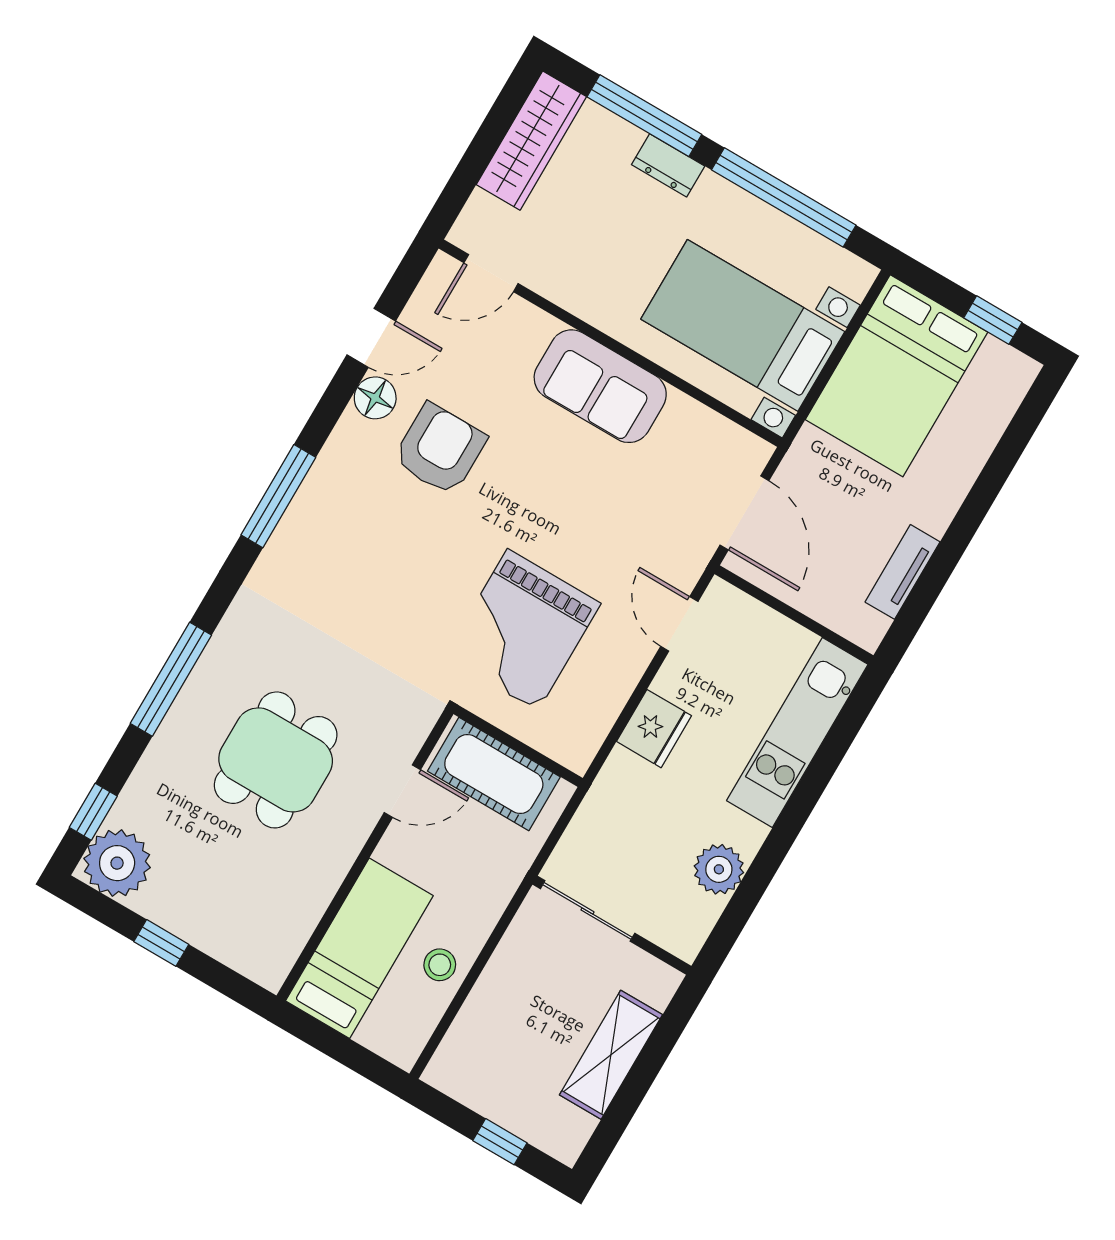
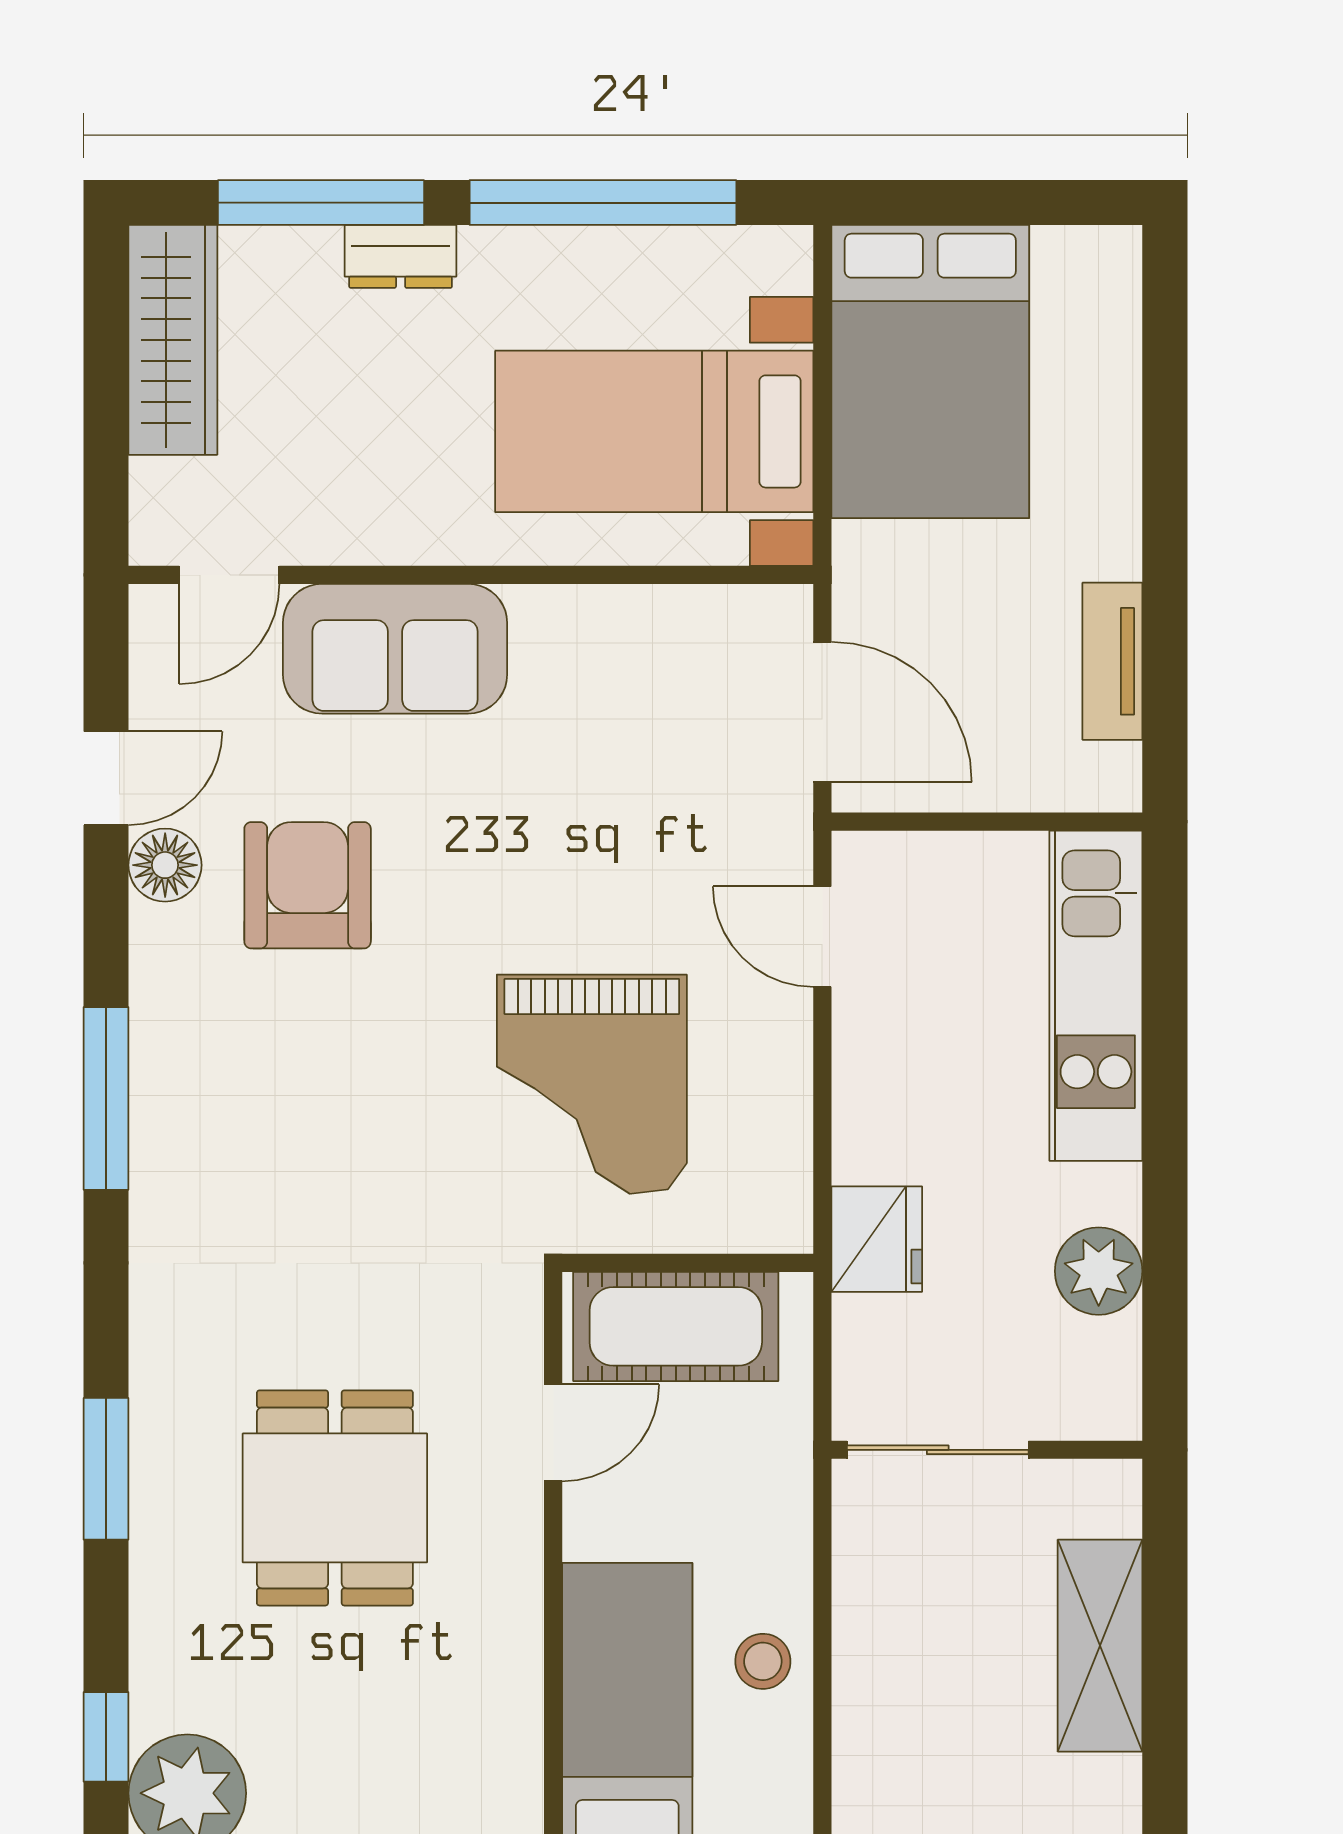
window: (993, 320) -> (1026, 203), removed
sofa: (600, 386) -> (395, 649), moved
window: (171, 679) -> (106, 1469), width x0.69
fridge: (654, 729) -> (877, 1239), moved

